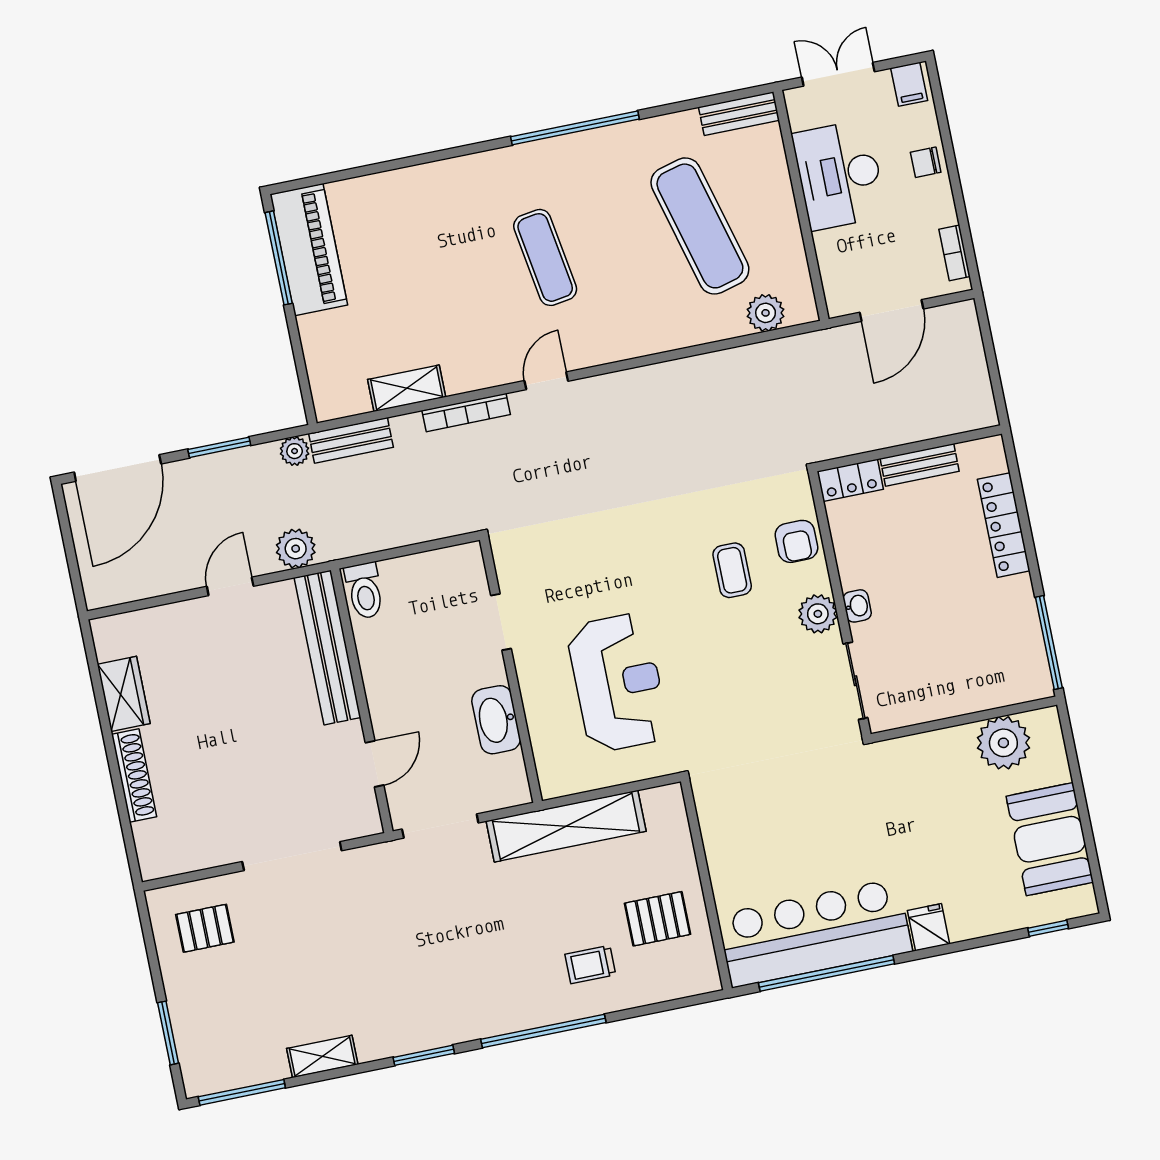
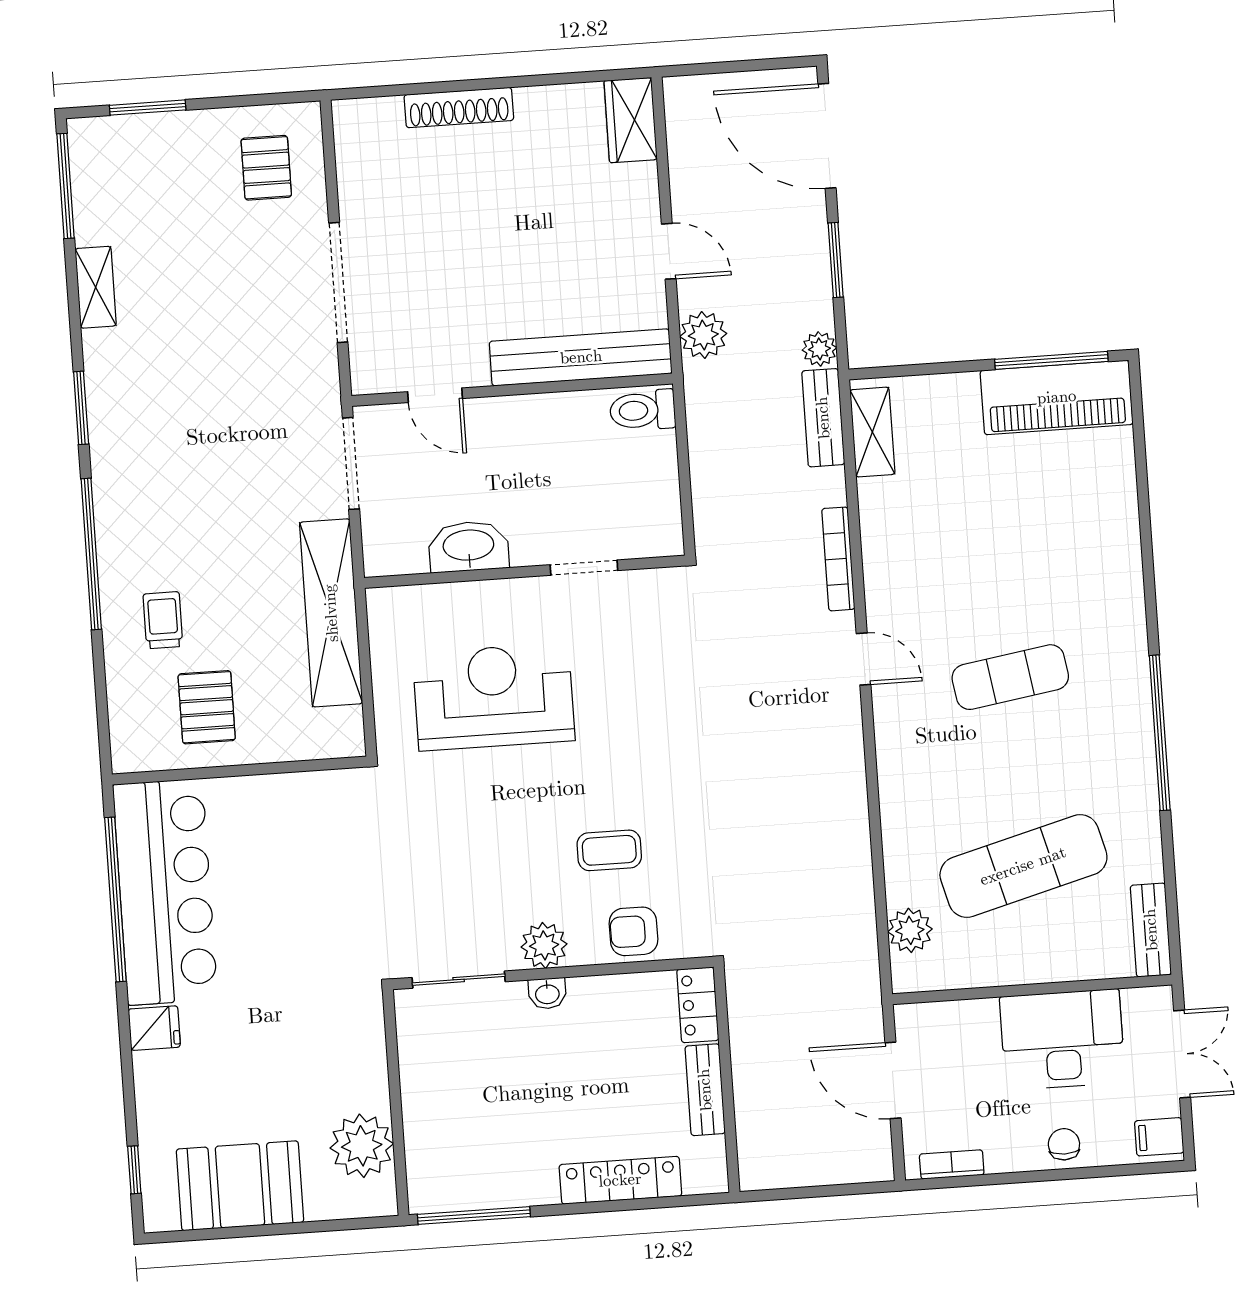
shelving: (407, 388) -> (872, 432), moved
reception desk: (618, 683) -> (494, 697), turned 180
wardrobe: (124, 694) -> (631, 120), moved, turned 90

